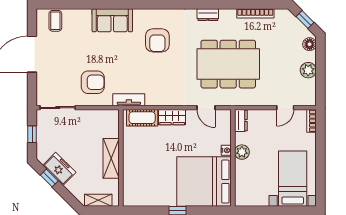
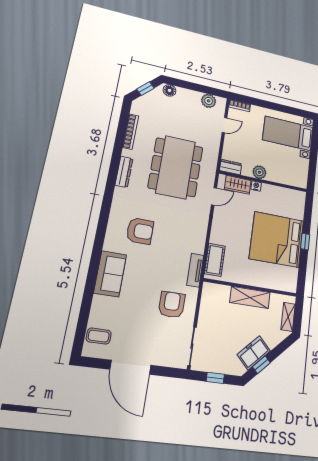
dresser: (208, 15) -> (124, 172), width x1.44
plant: (308, 70) -> (209, 101), moved
door: (285, 108) -> (225, 125), hinge flipped
wardrobe: (172, 117) -> (238, 185), moved, turned 90
bed: (204, 182) -> (277, 240), moved, turned 90

